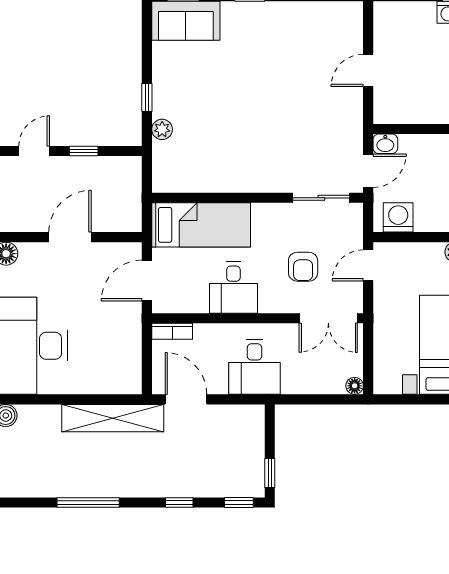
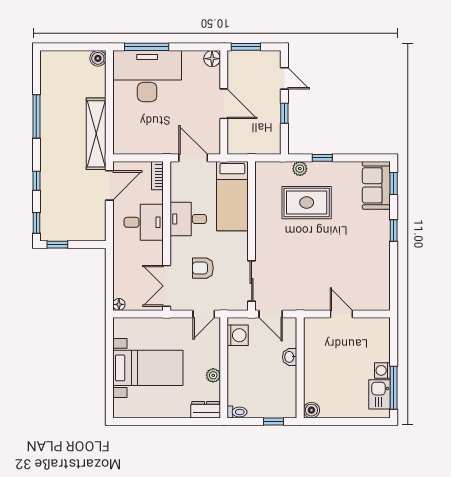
rug: (210, 120) -> (307, 203), added
washbasin: (385, 144) -> (290, 357), moved
door: (368, 265) -> (204, 314), swing flipped
desk: (254, 367) -> (144, 222), moved, turned 180

